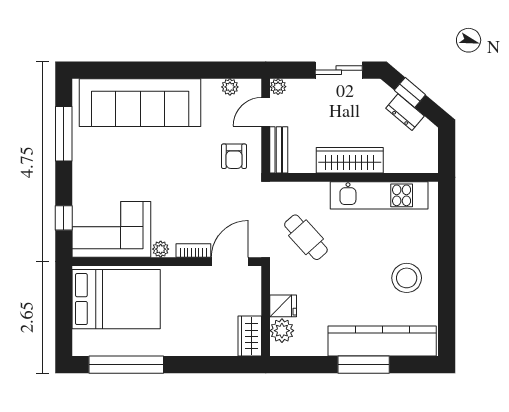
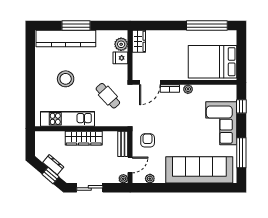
corner sofa: (111, 229) -> (221, 123), moved, turned 90
stool: (407, 278) -> (66, 79), moved

